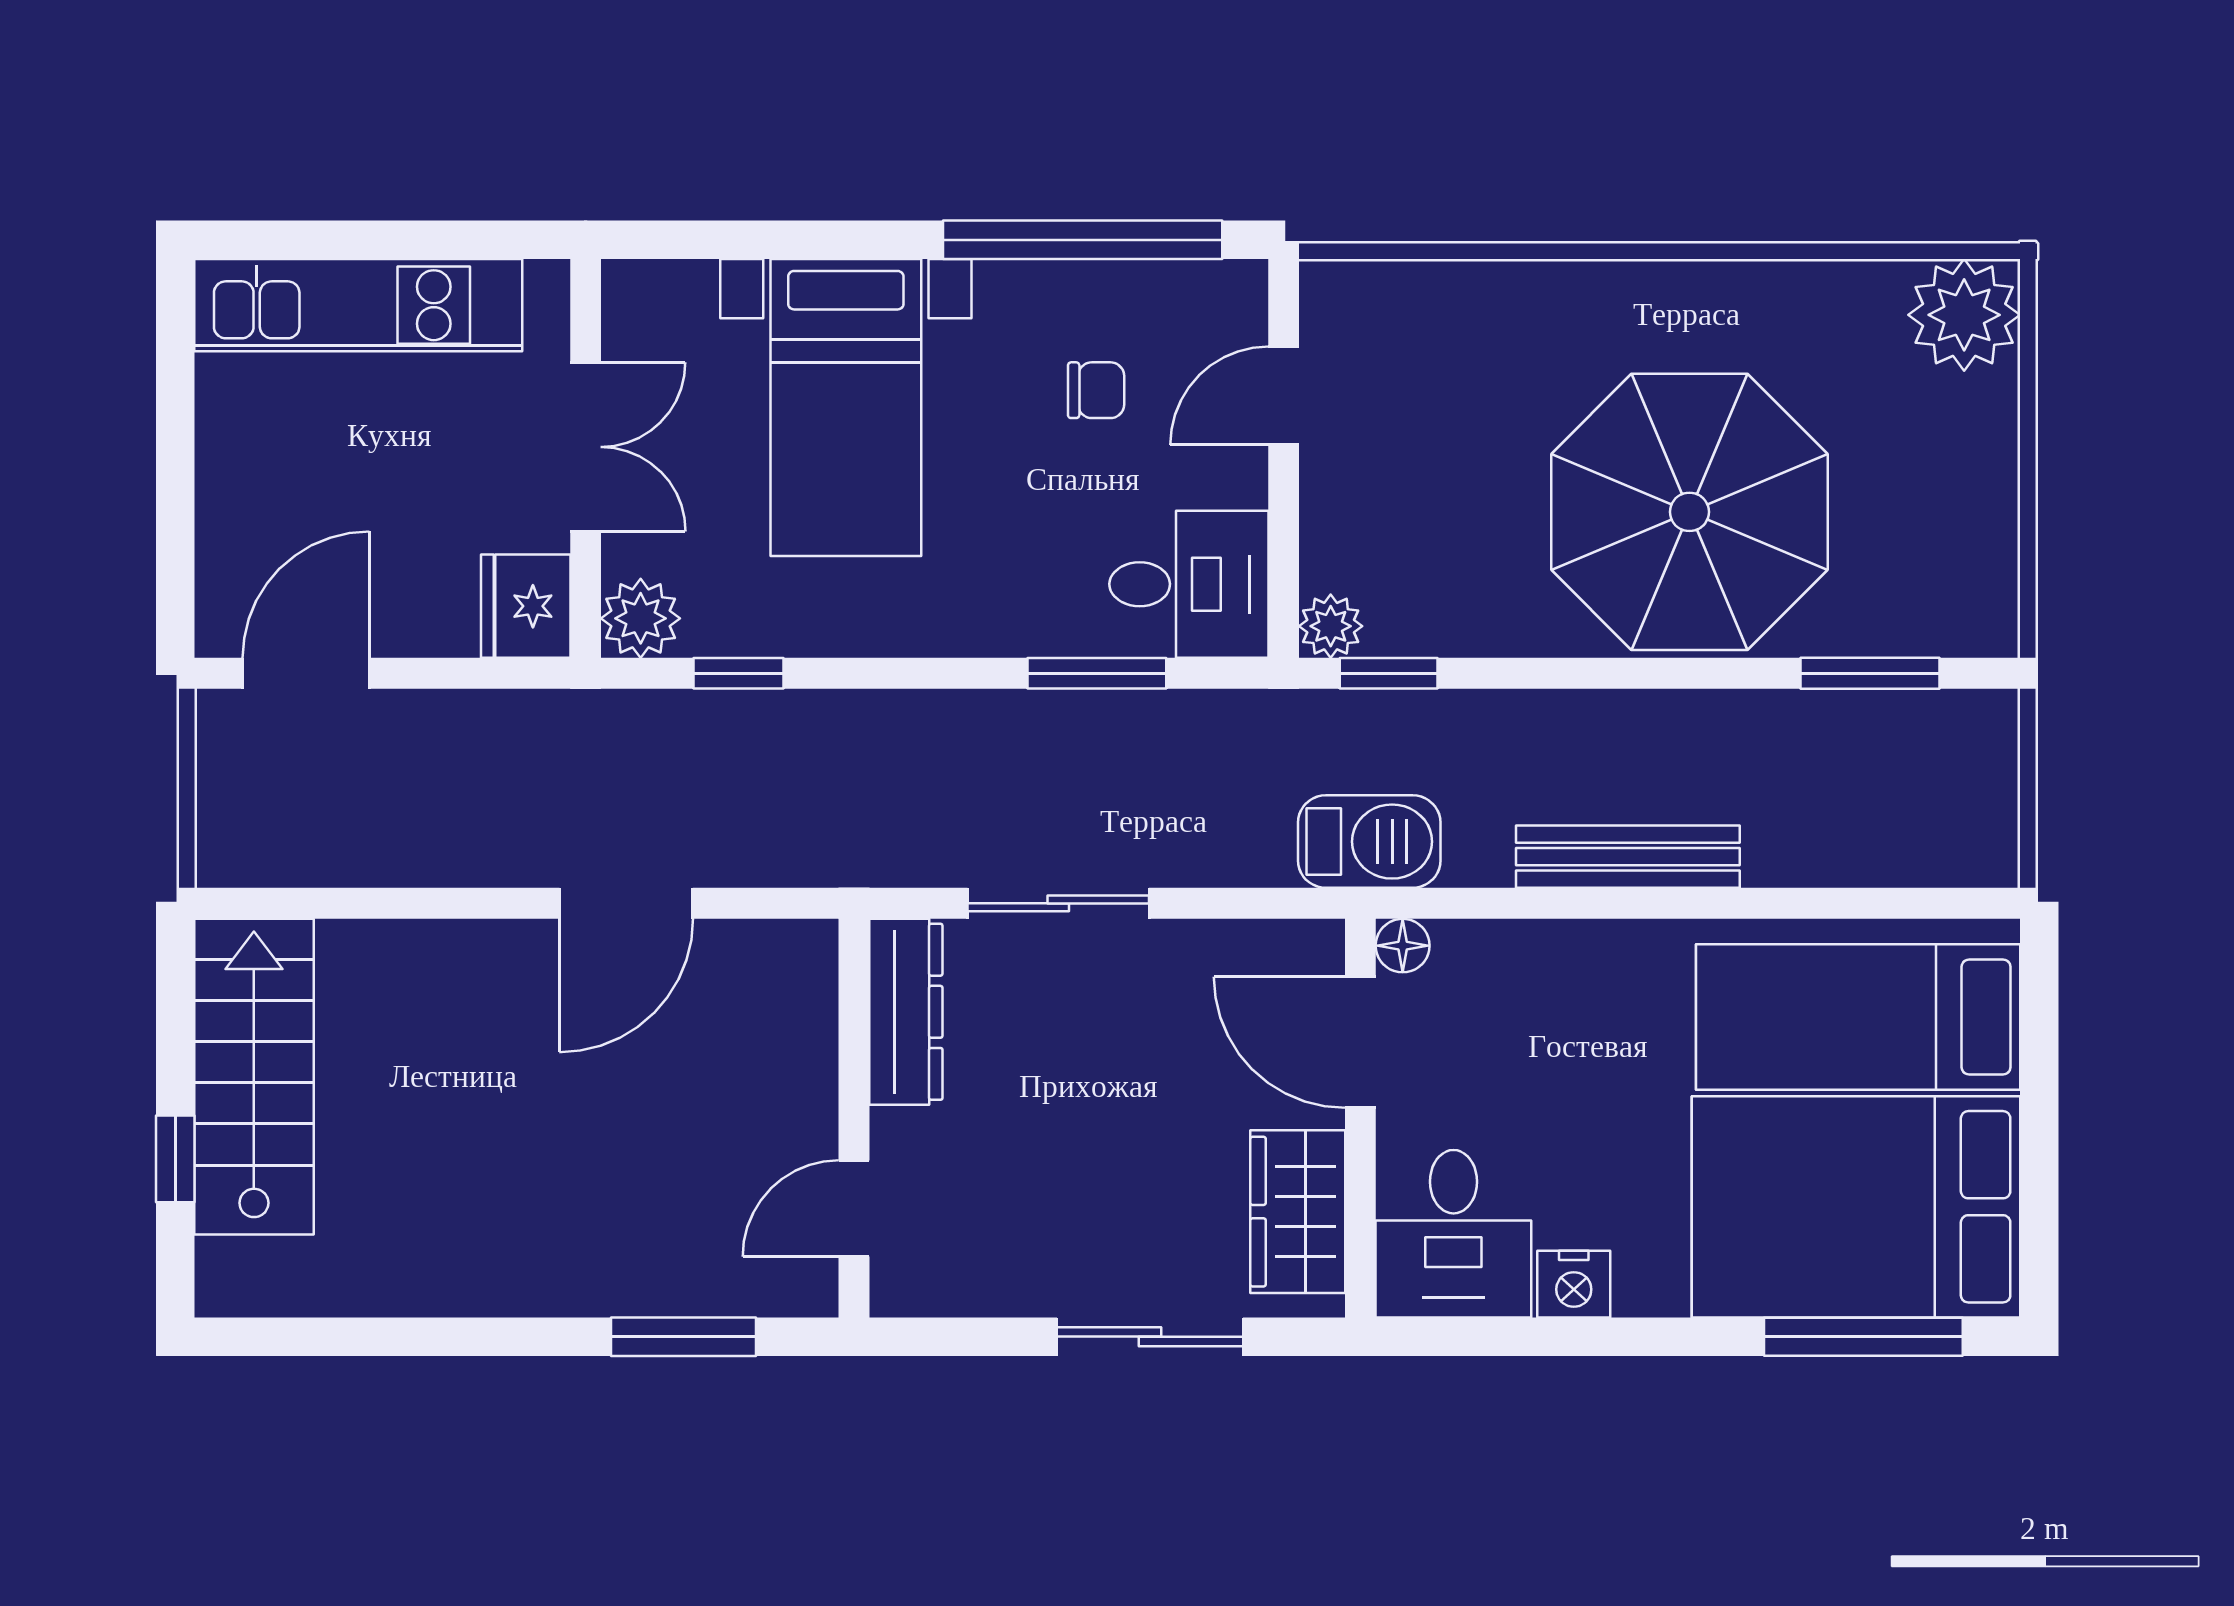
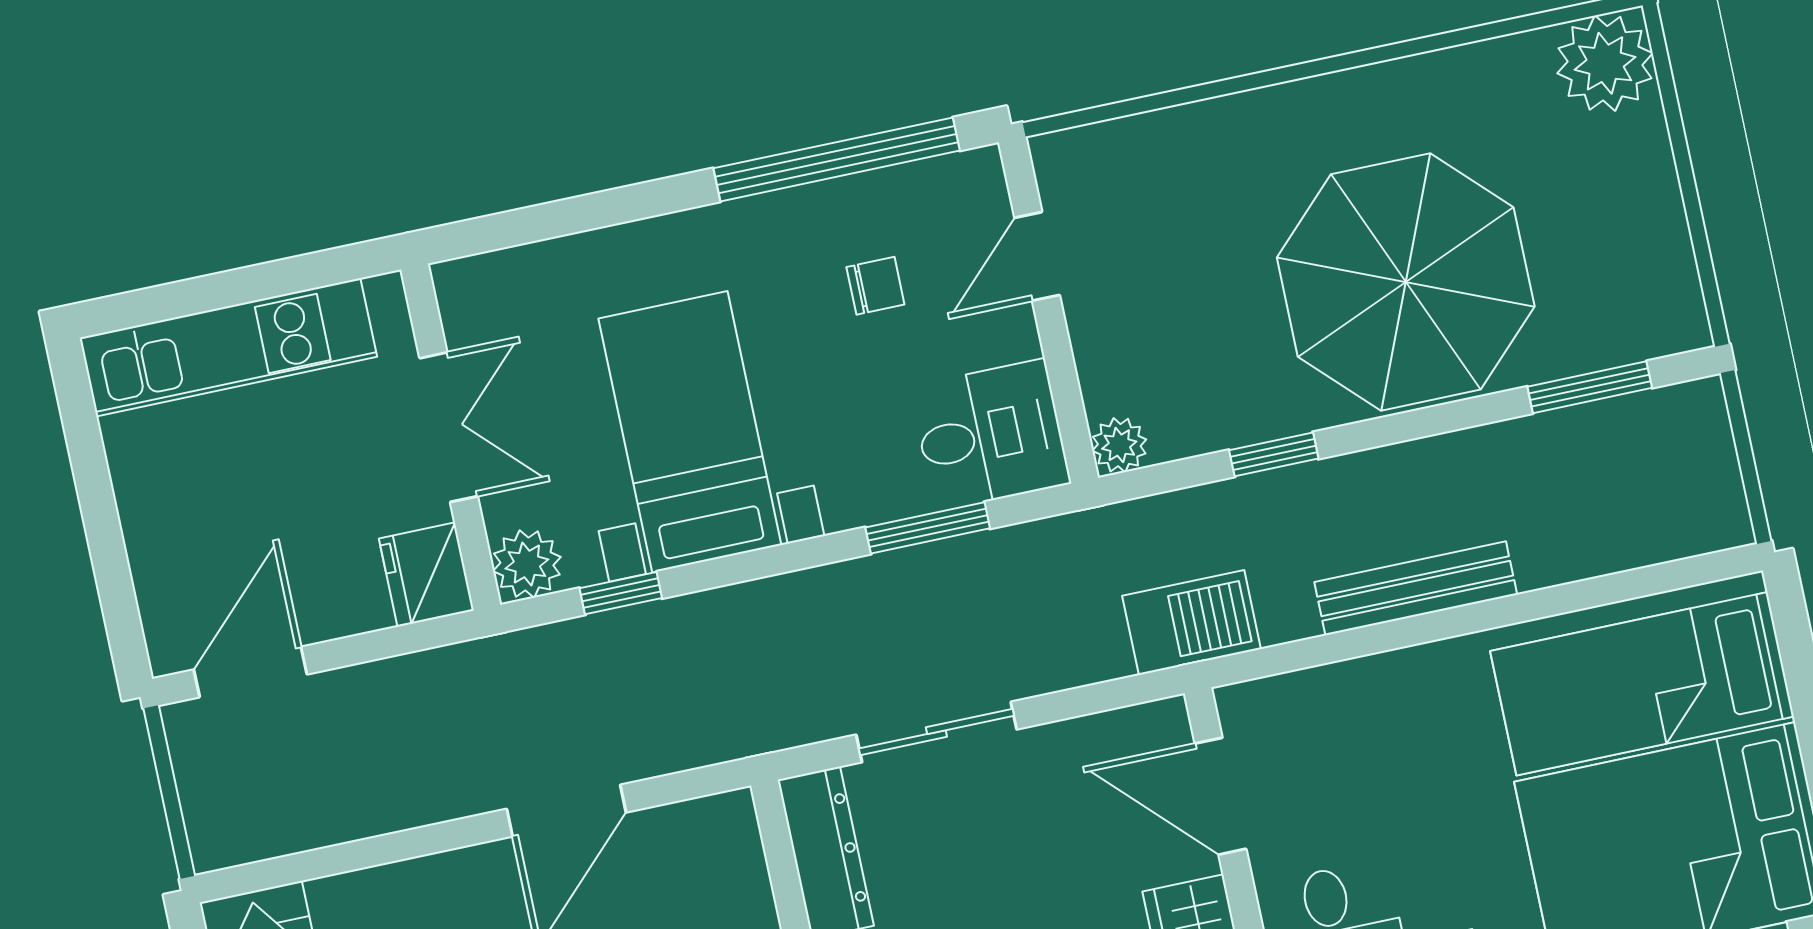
bed with nightstands: (846, 408) -> (690, 432), moved, turned 180
window: (1389, 673) -> (1274, 454), moved
floor lamp: (1403, 946) -> (1239, 706), removed

